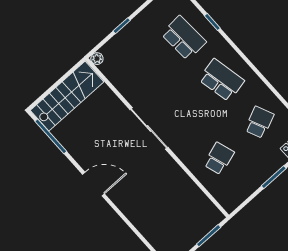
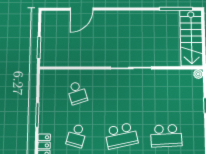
school desk: (259, 122) -> (76, 136), turned 39
door: (93, 184) -> (82, 9), moved

